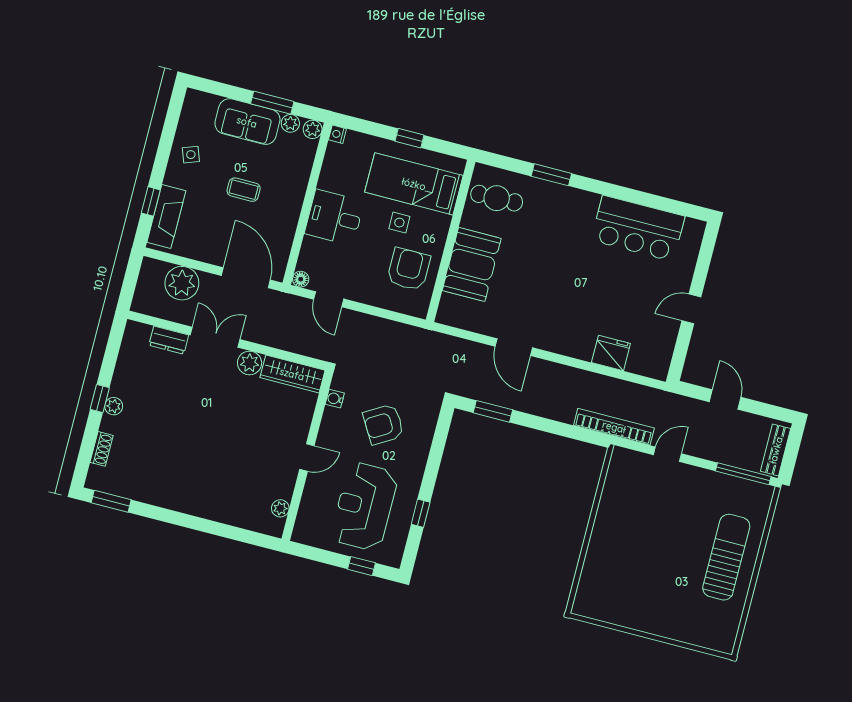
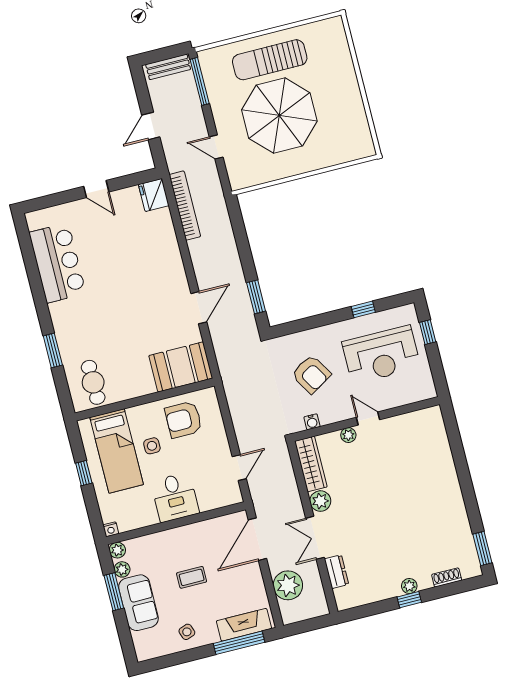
coffee table: (244, 190) -> (192, 577), turned 90
window: (151, 201) -> (239, 643), width x2.17
booth: (472, 264) -> (181, 367), moved
floor lamp: (301, 279) -> (236, 497), removed
fridge: (611, 353) -> (154, 195), moved
bookcase: (614, 427) -> (185, 206), moved, turned 180
plant: (280, 508) -> (348, 435), moved
parasol: (664, 536) -> (279, 116), added

